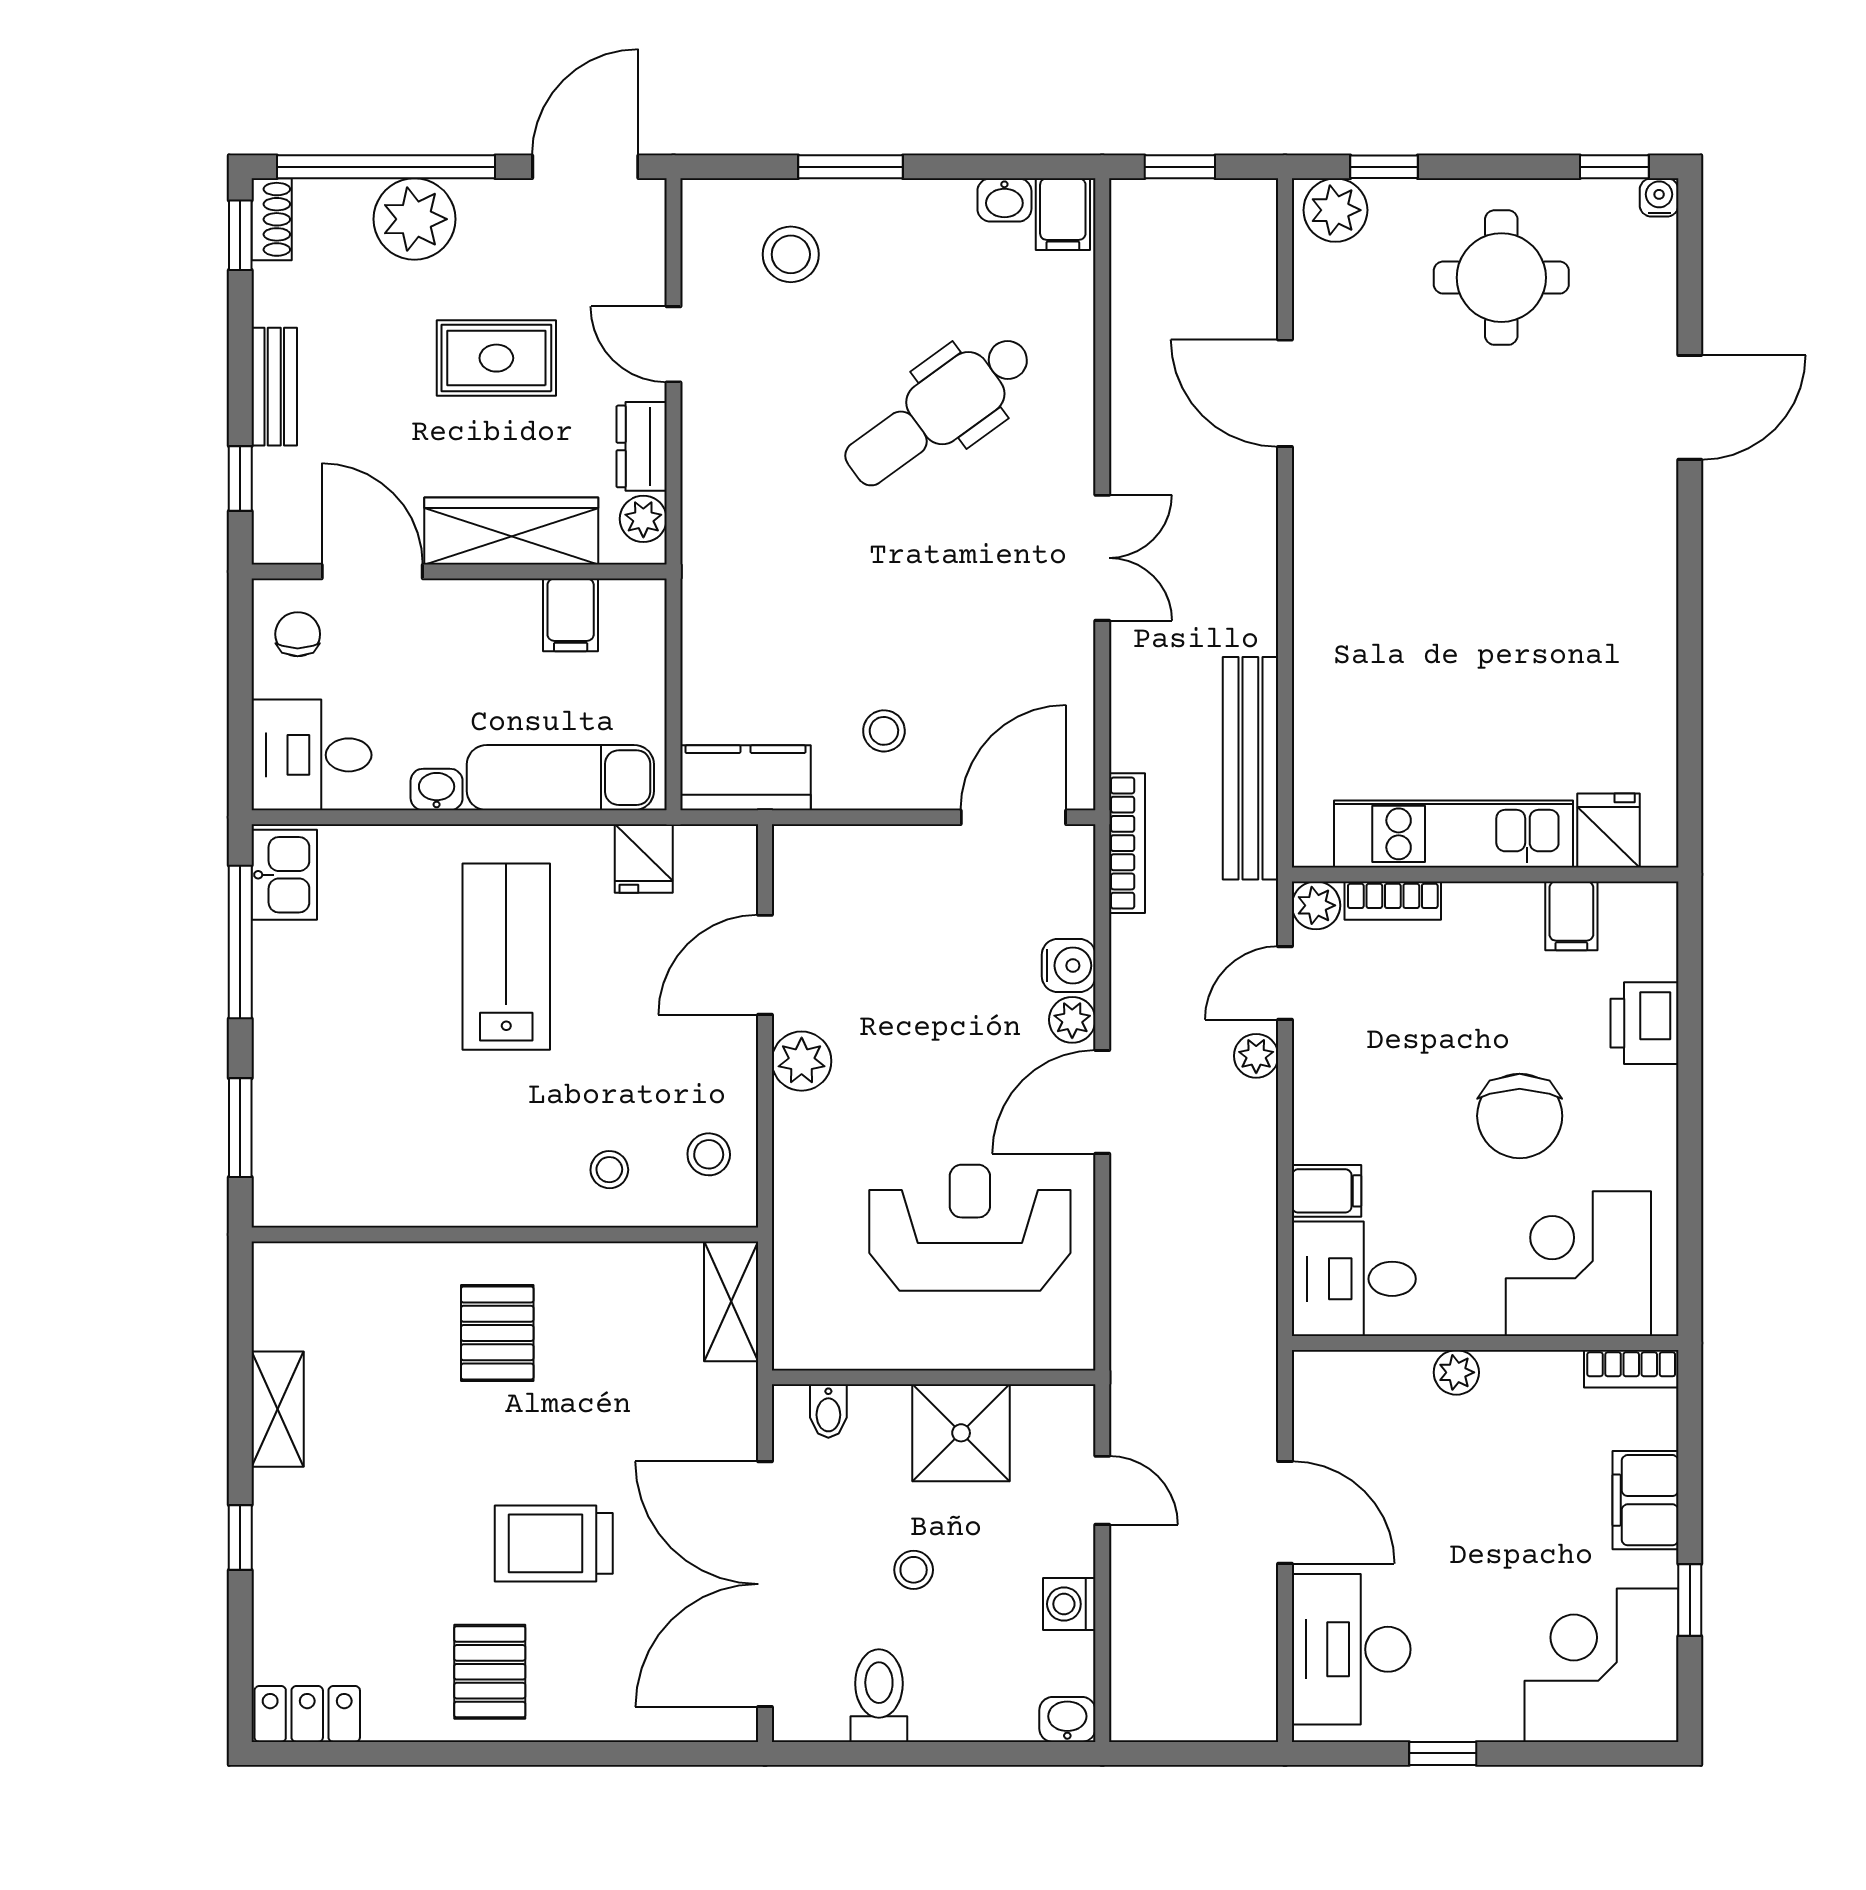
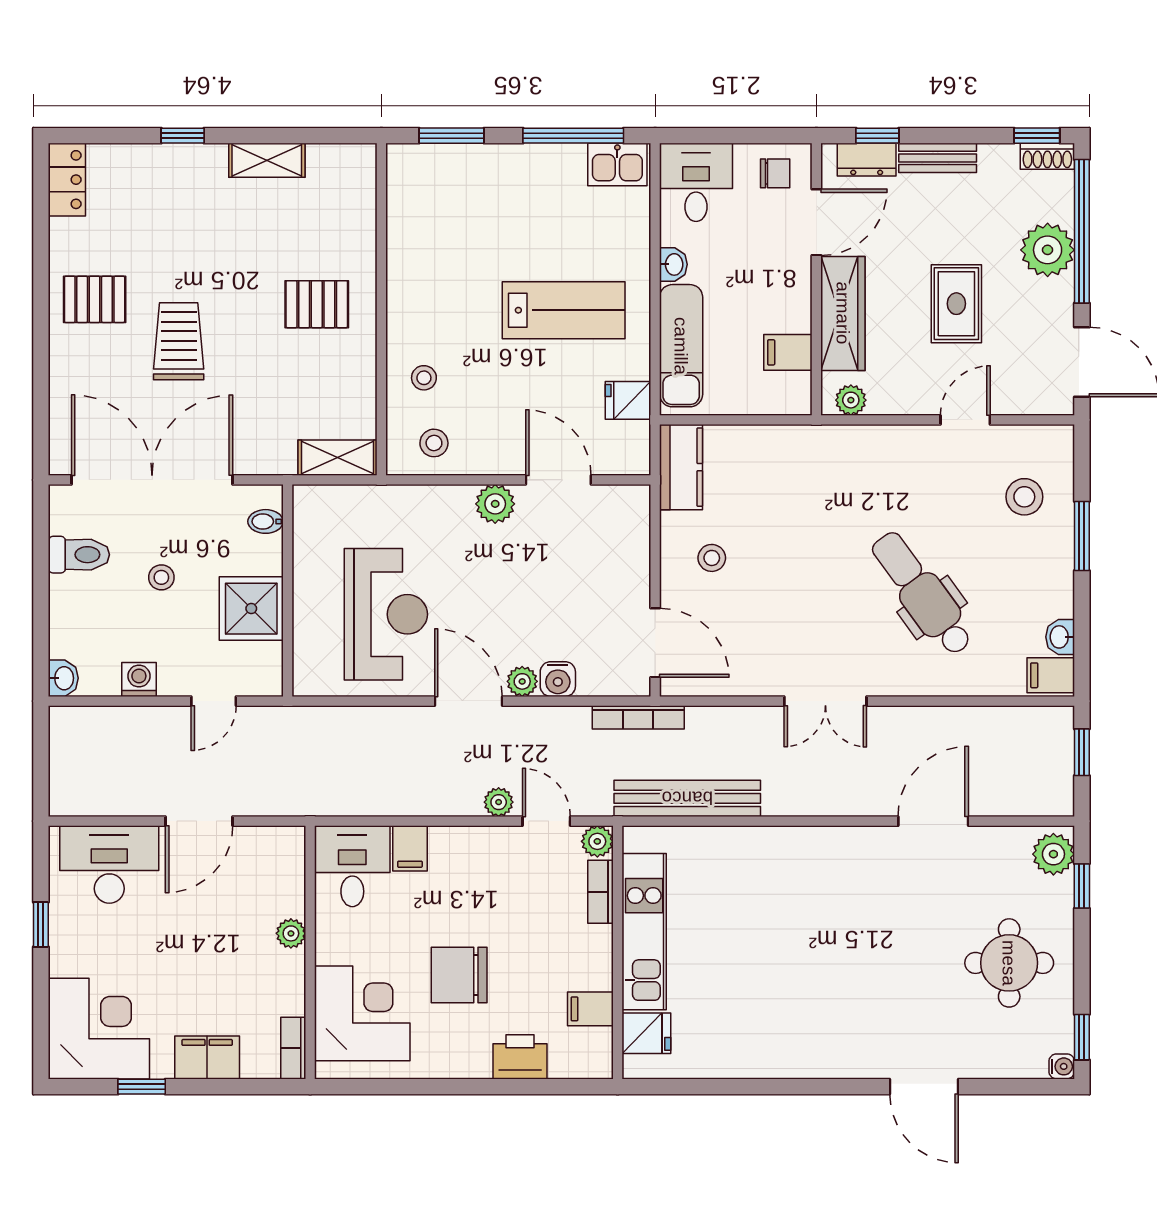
dresser: (642, 446) -> (867, 160), moved, turned 180

